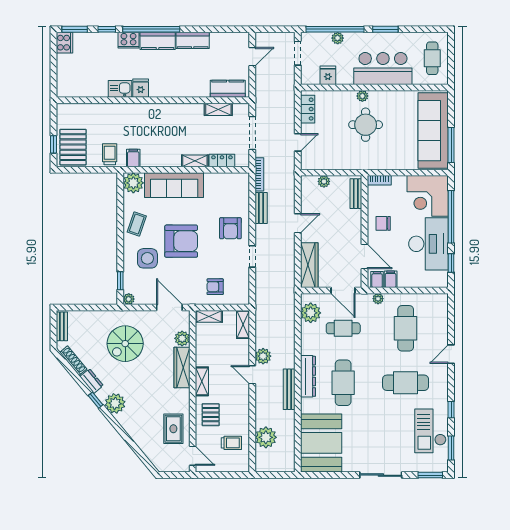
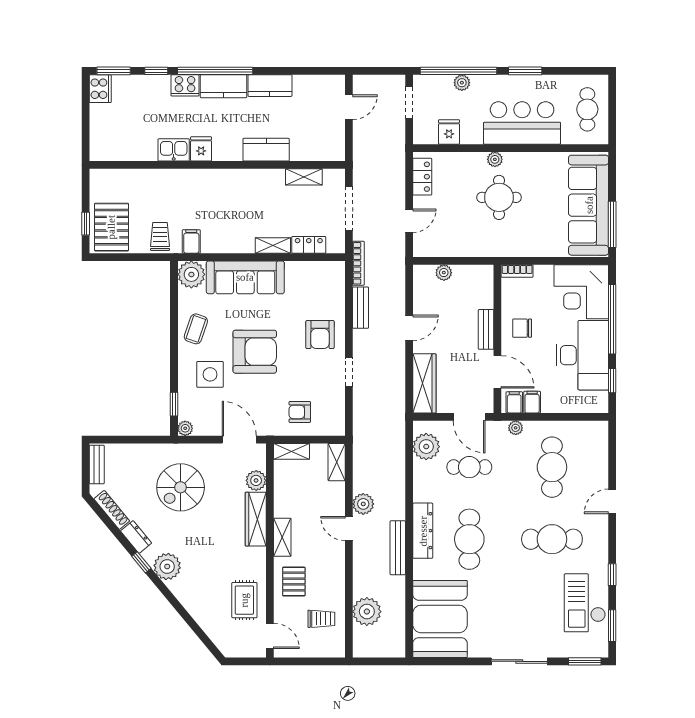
kitchen counter: (228, 89) -> (266, 150), moved
bench: (356, 194) -> (486, 329), moved

